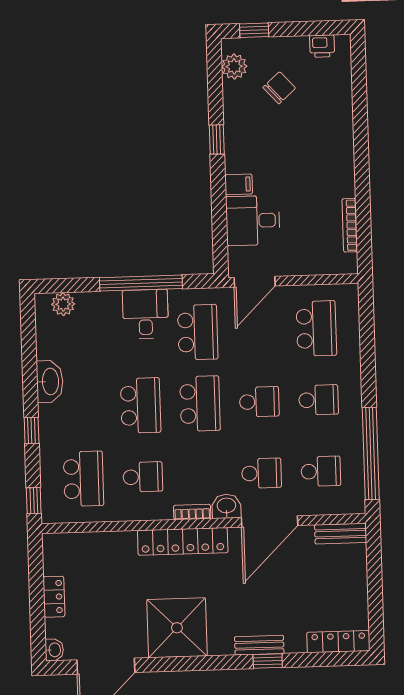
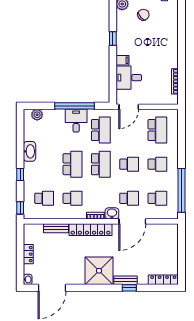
school desk: (84, 479) -> (44, 198), width x0.54
bench: (341, 534) -> (56, 228), moved
shower: (177, 628) -> (99, 271), moved

